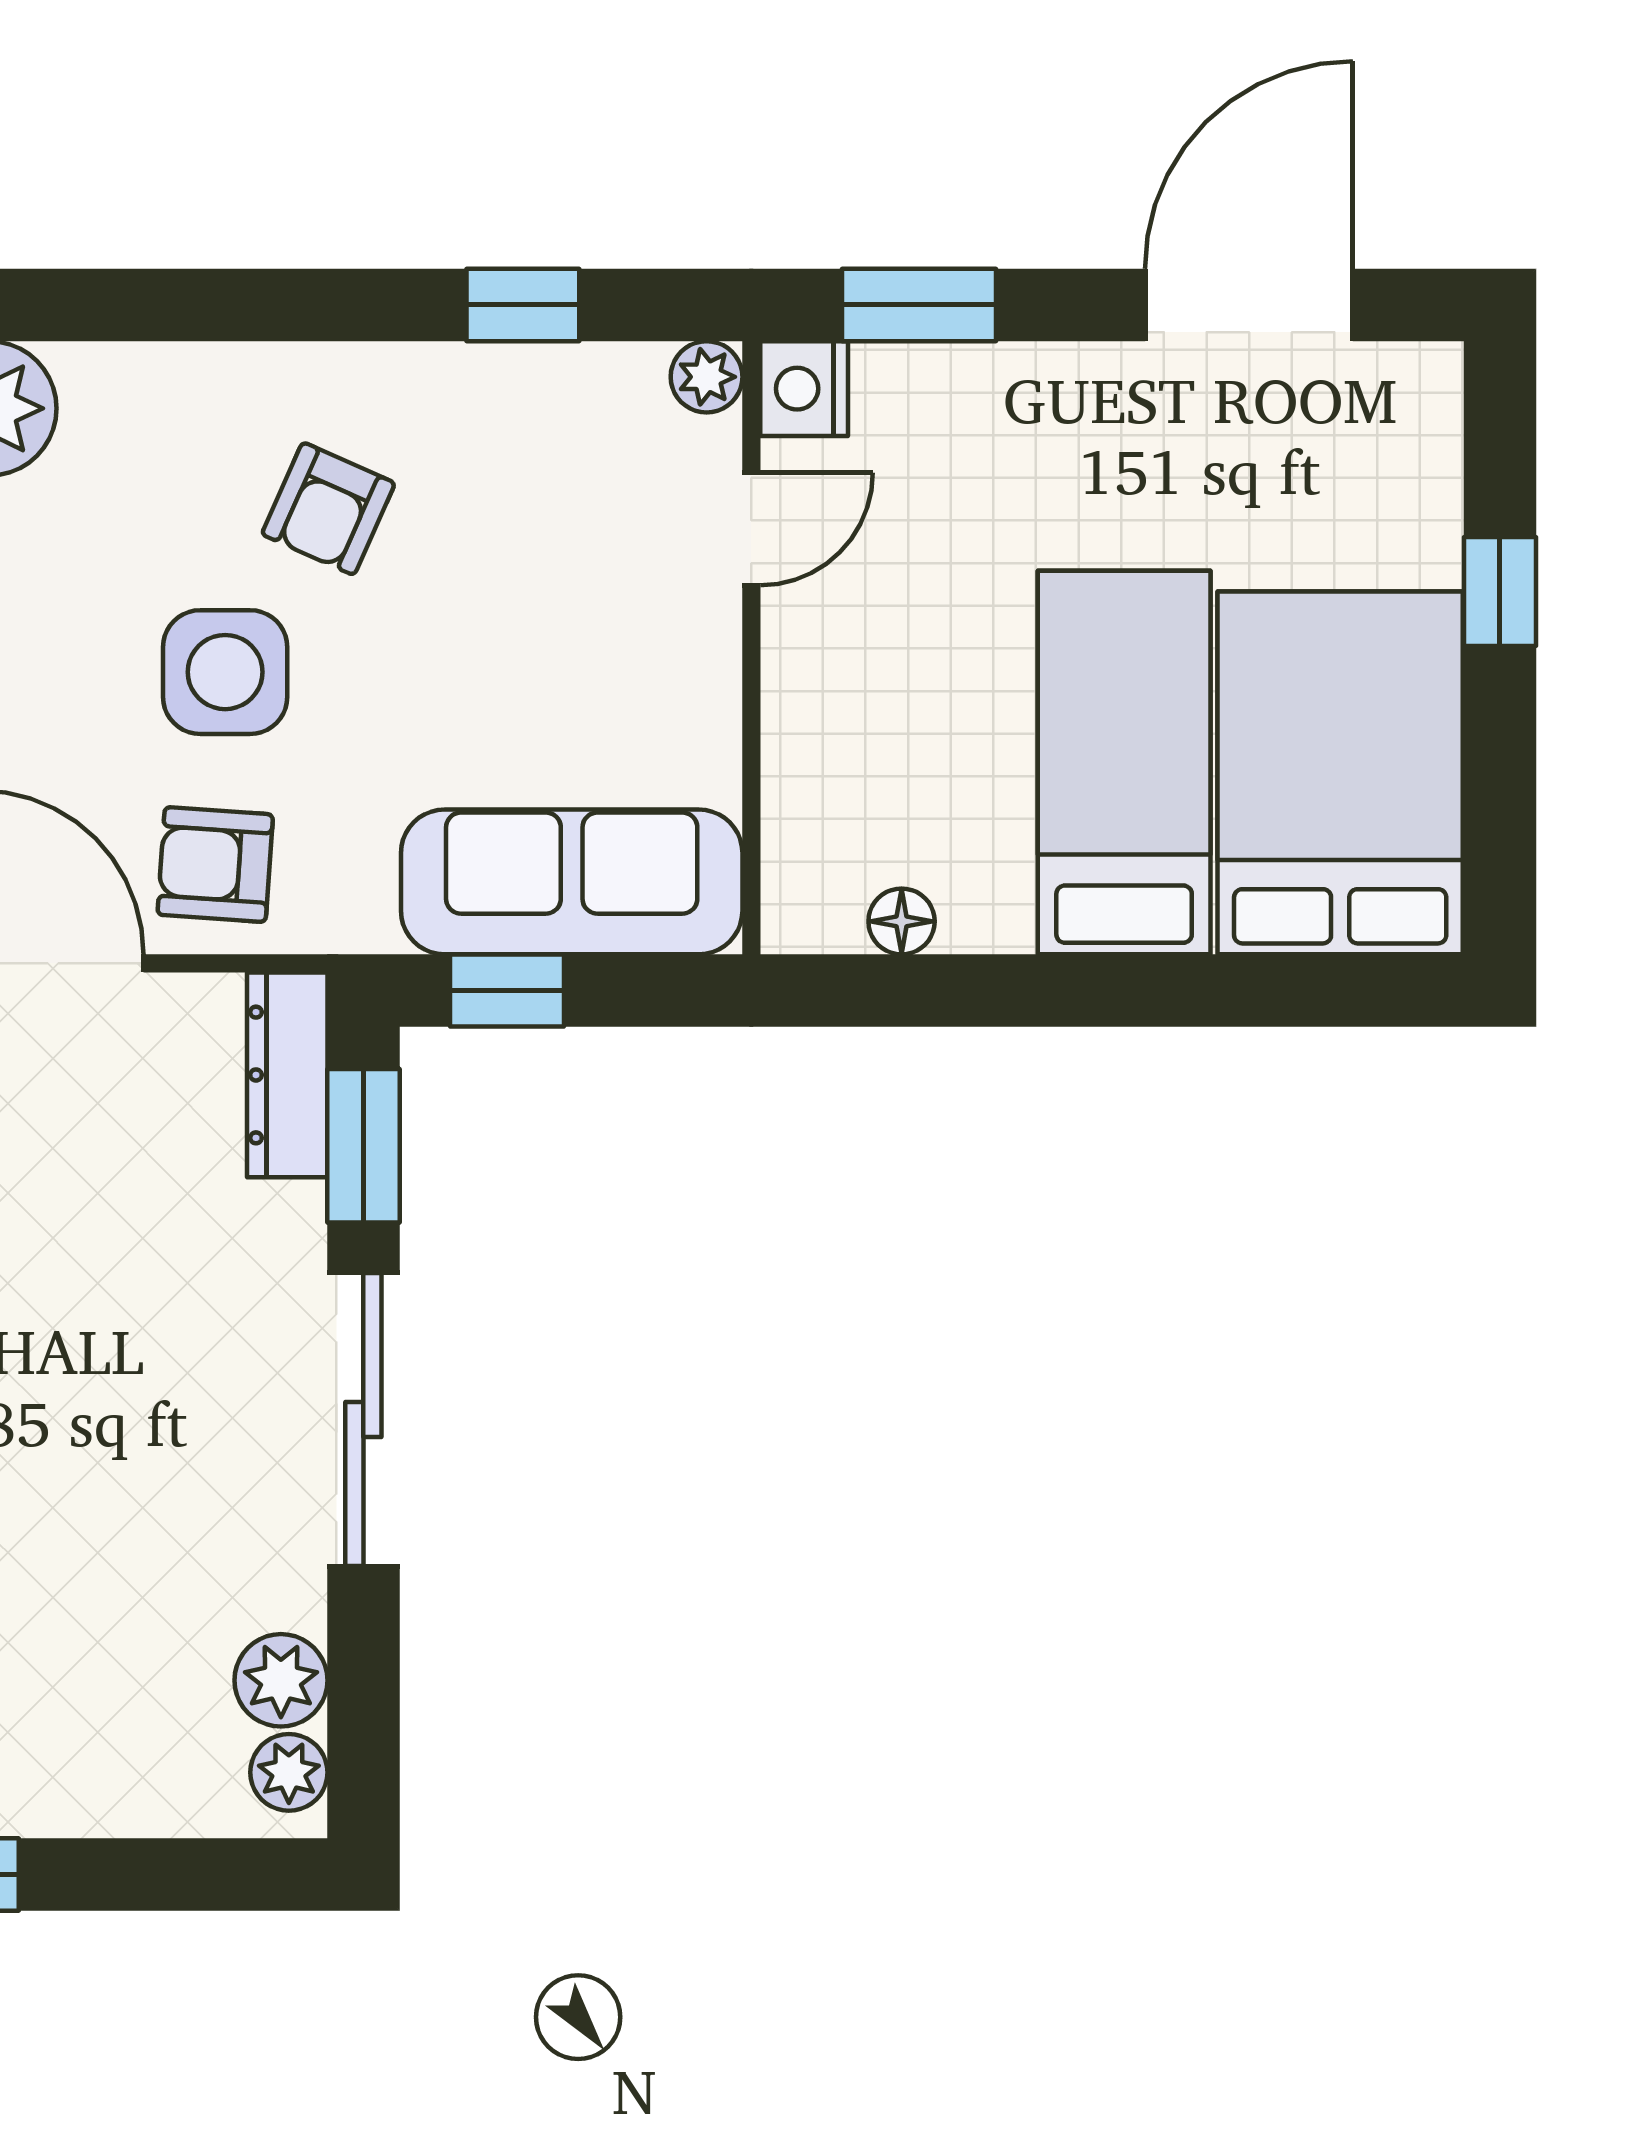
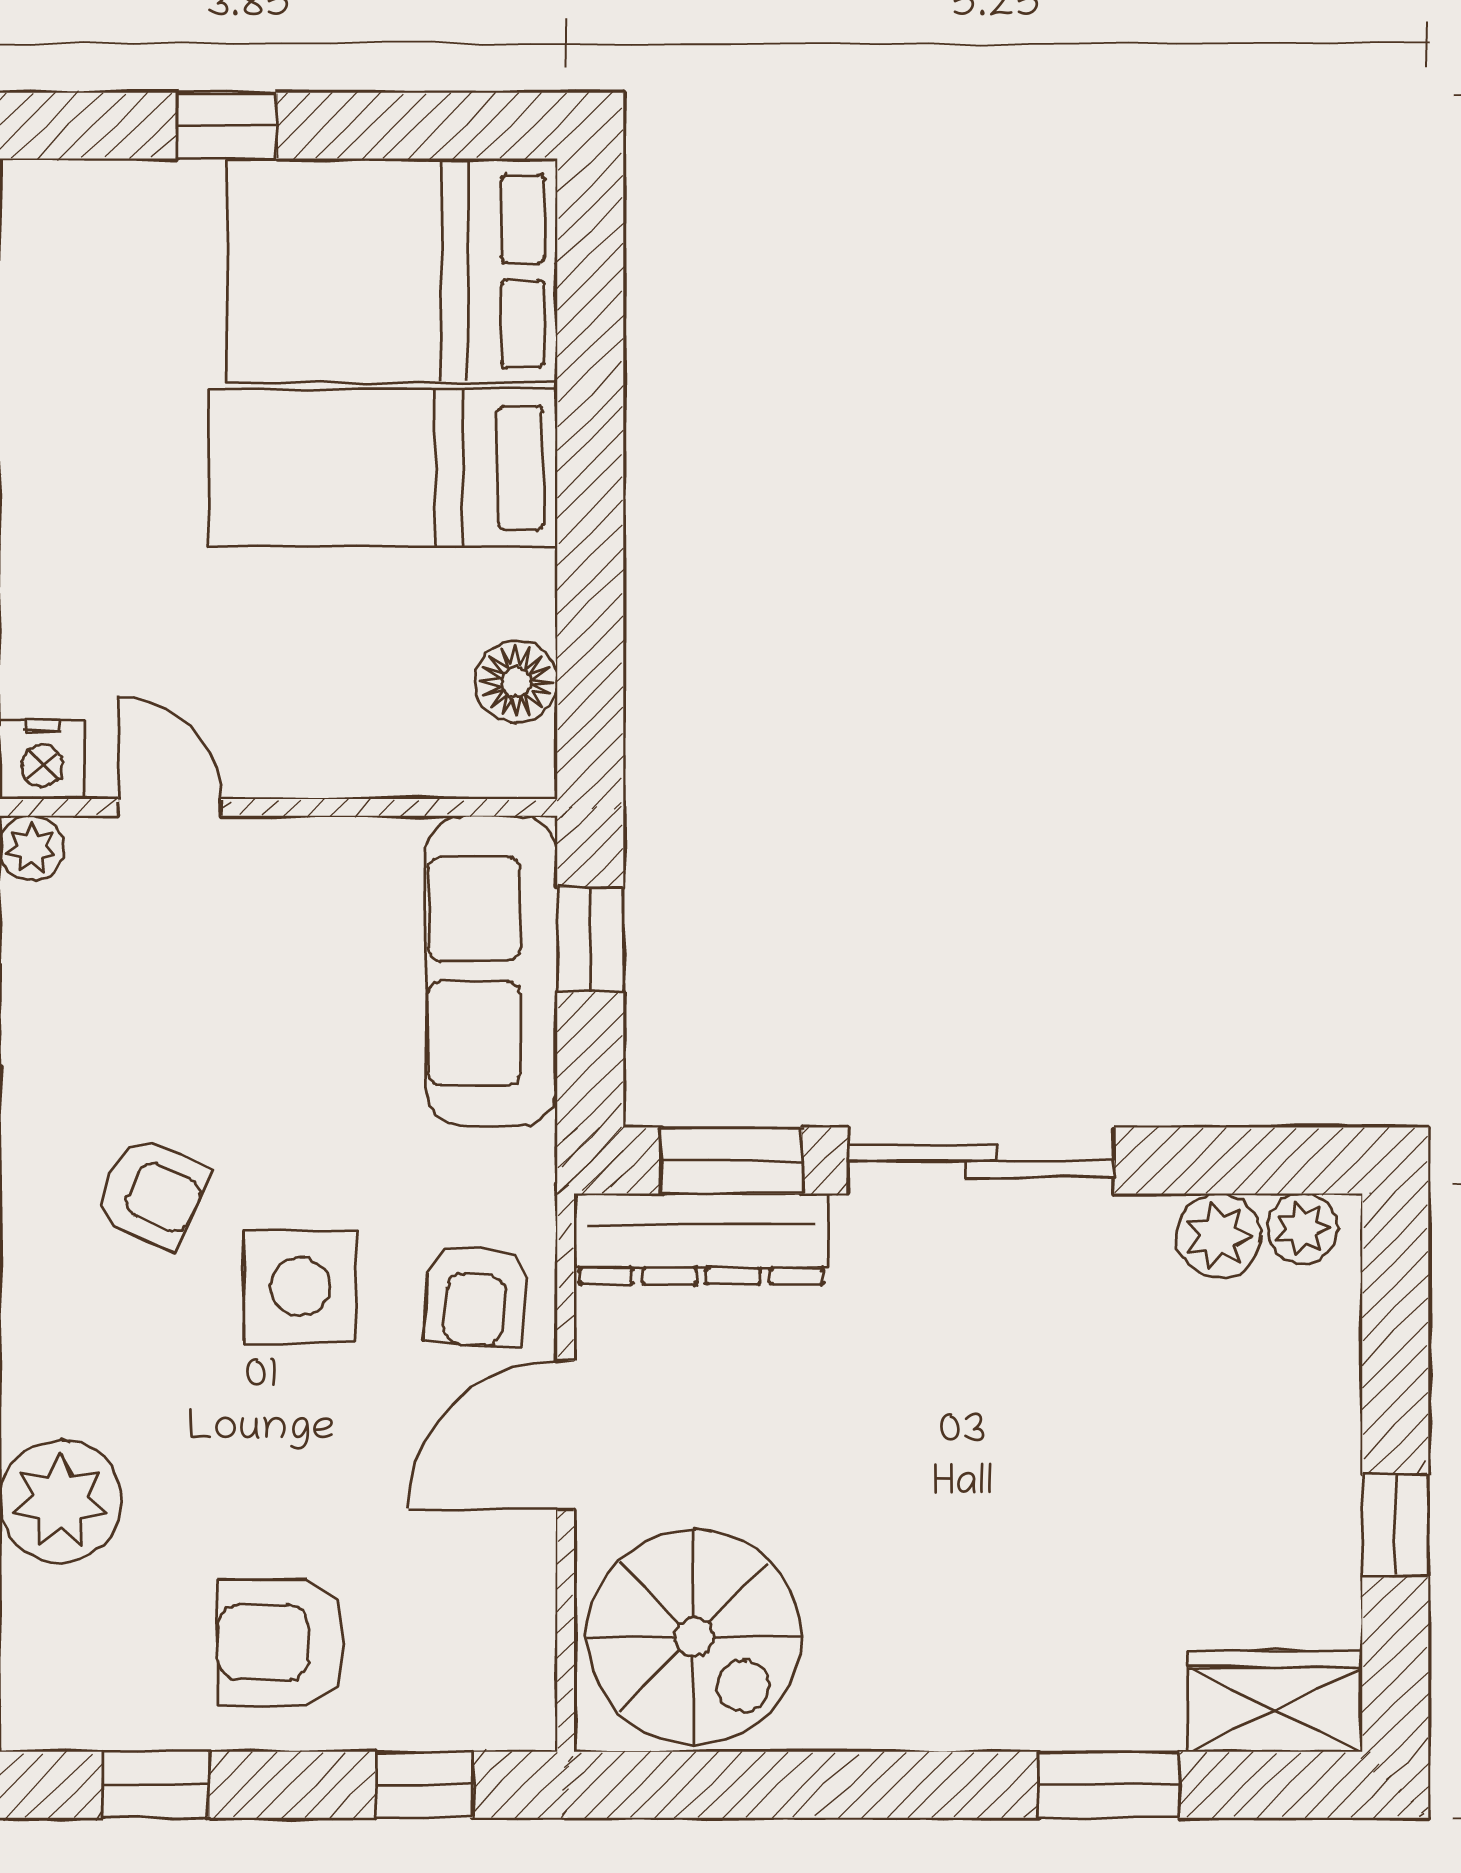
floor lamp: (902, 921) -> (516, 682), width x1.37, depth x1.37
window: (507, 991) -> (590, 940), moved
dresser: (287, 1075) -> (701, 1239), width x1.37, depth x1.24

